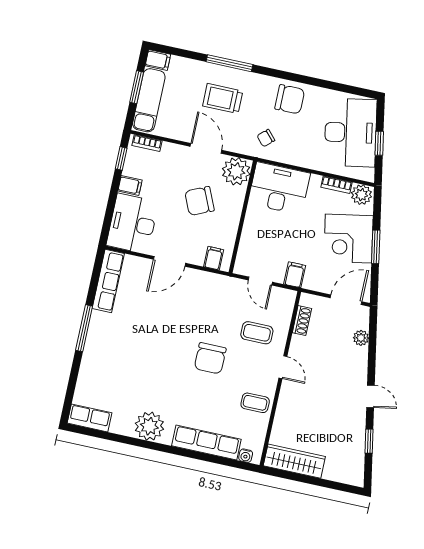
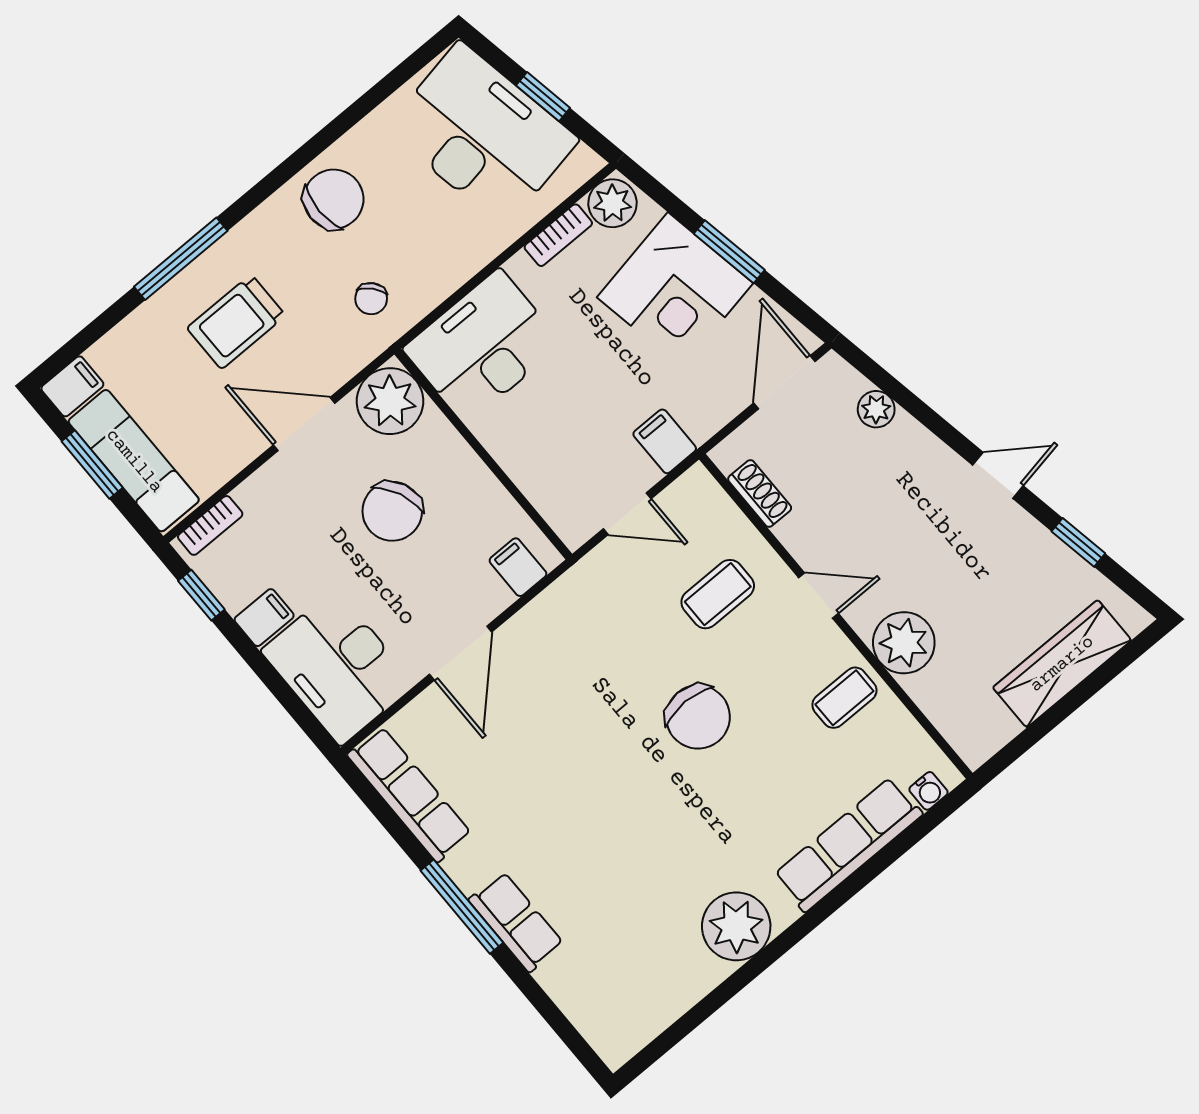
plant: (289, 408) -> (904, 643), added
row of seats: (89, 418) -> (516, 922), moved, turned 90
wardrobe: (294, 461) -> (1062, 664), moved

